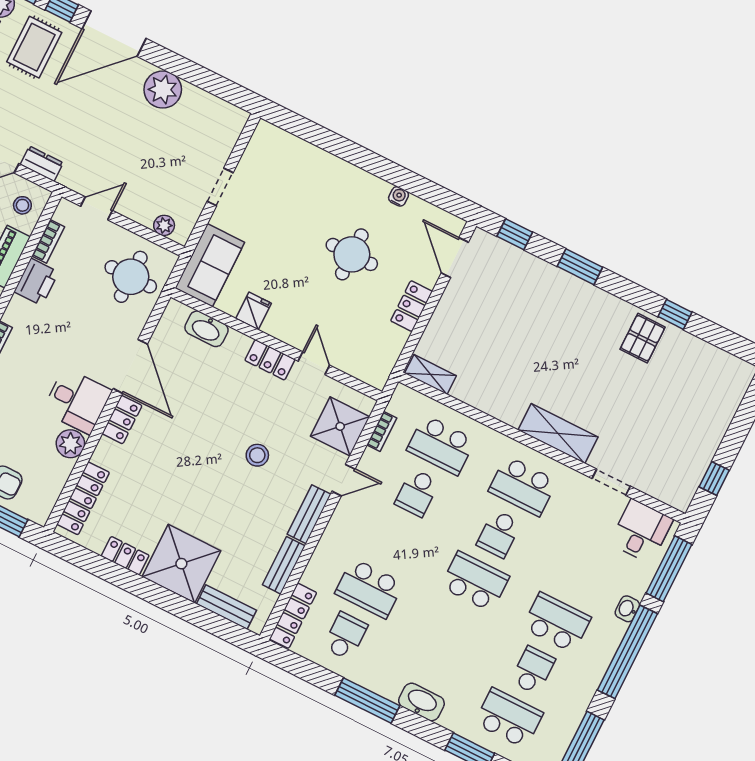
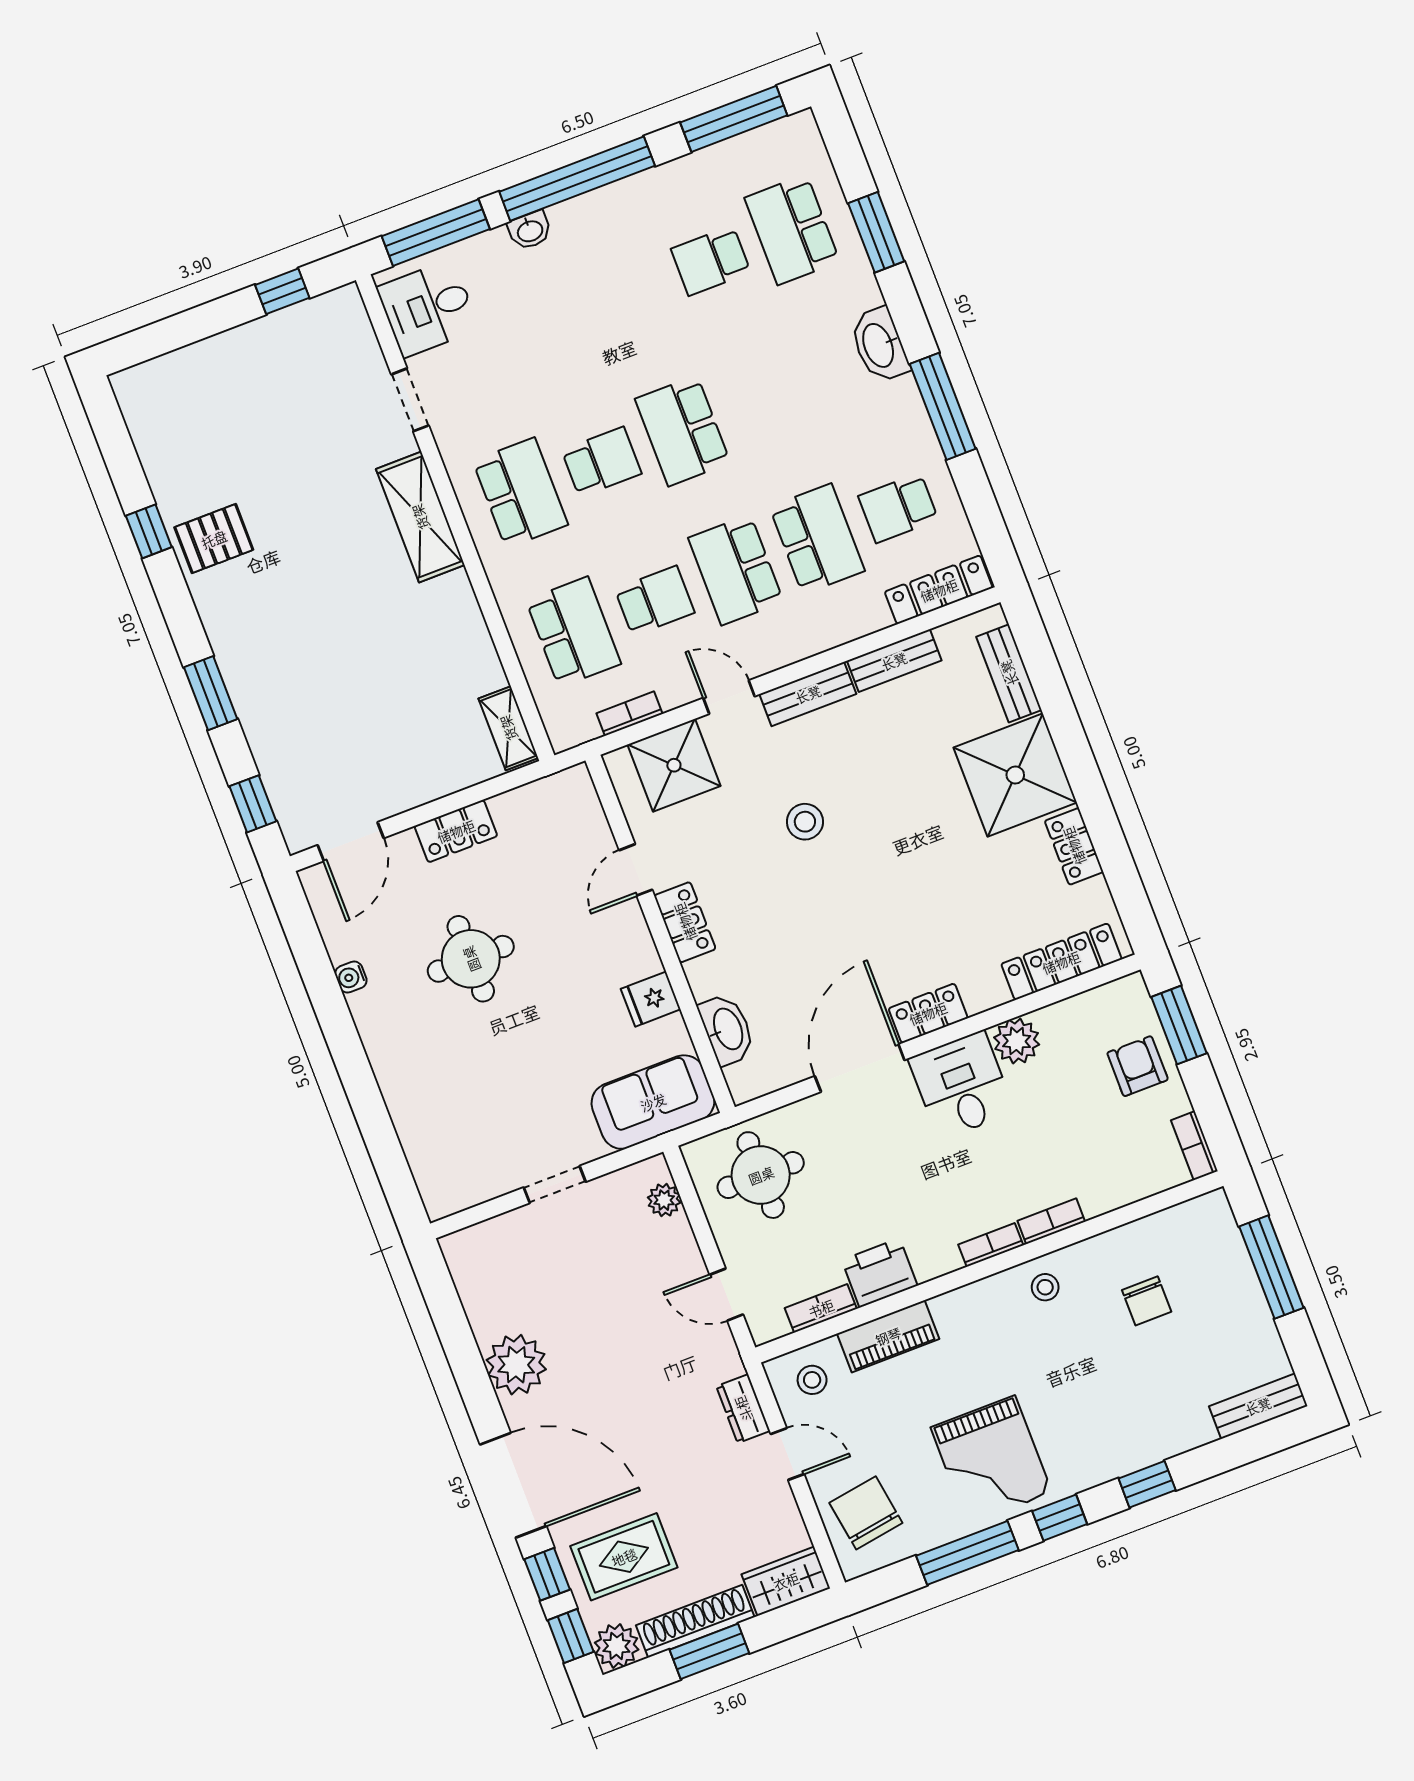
school desk: (557, 622) -> (736, 570), moved

